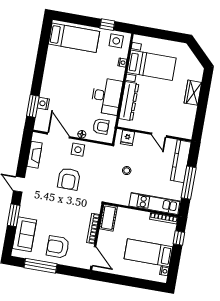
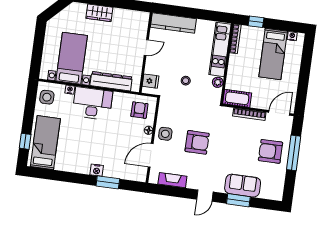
window: (107, 25) -> (25, 141), moved
desk: (107, 96) -> (92, 103), moved
nightstand: (43, 103) -> (97, 170), moved
window: (33, 106) -> (108, 182), moved
window: (189, 183) -> (196, 14), removed
plant: (124, 200) -> (218, 82), added
sofa: (24, 234) -> (243, 186), moved
armchair: (58, 247) -> (271, 151), turned 90
window: (40, 266) -> (294, 153), moved

